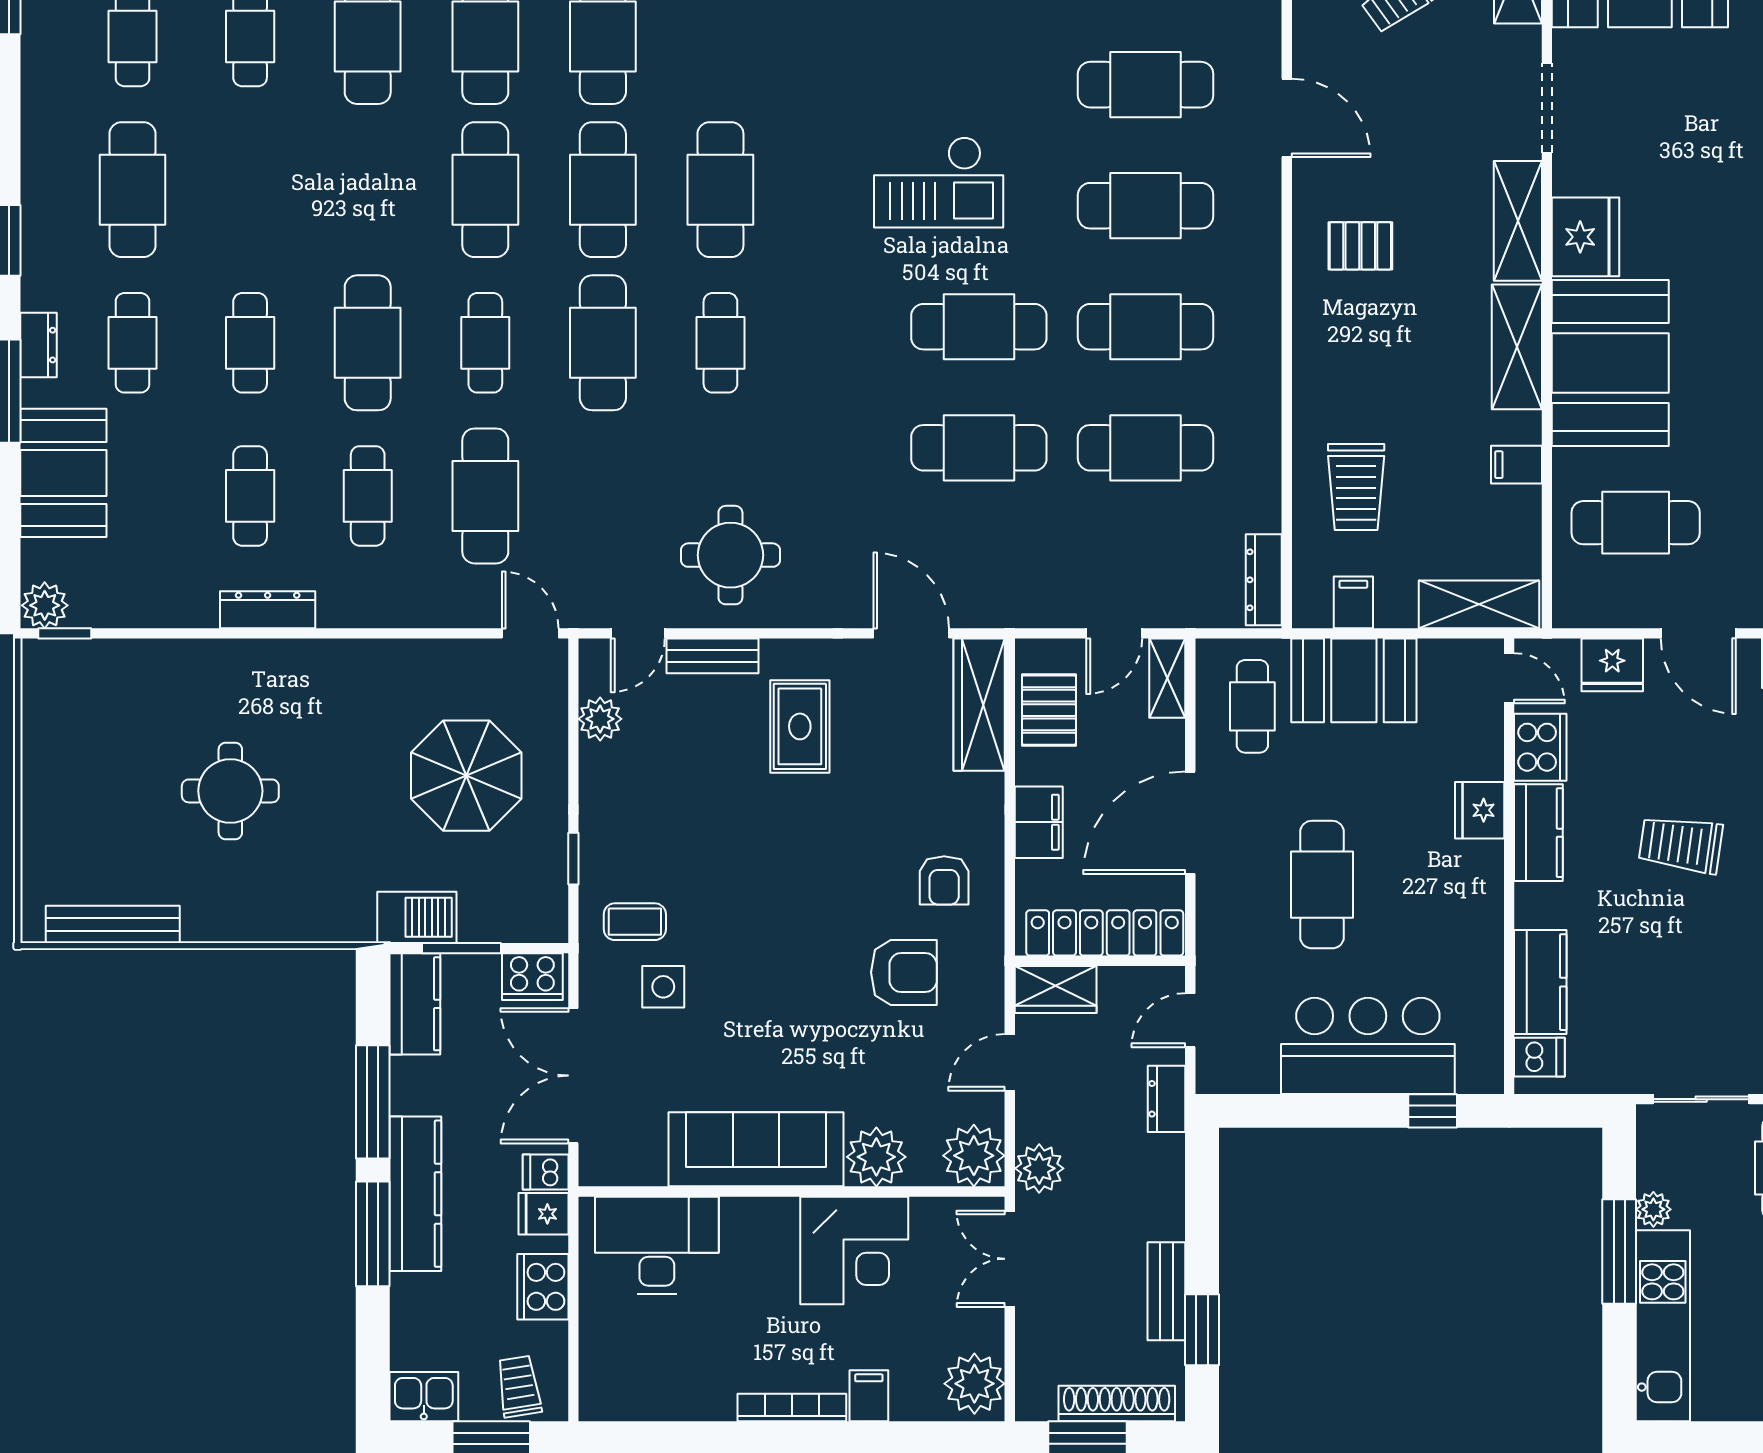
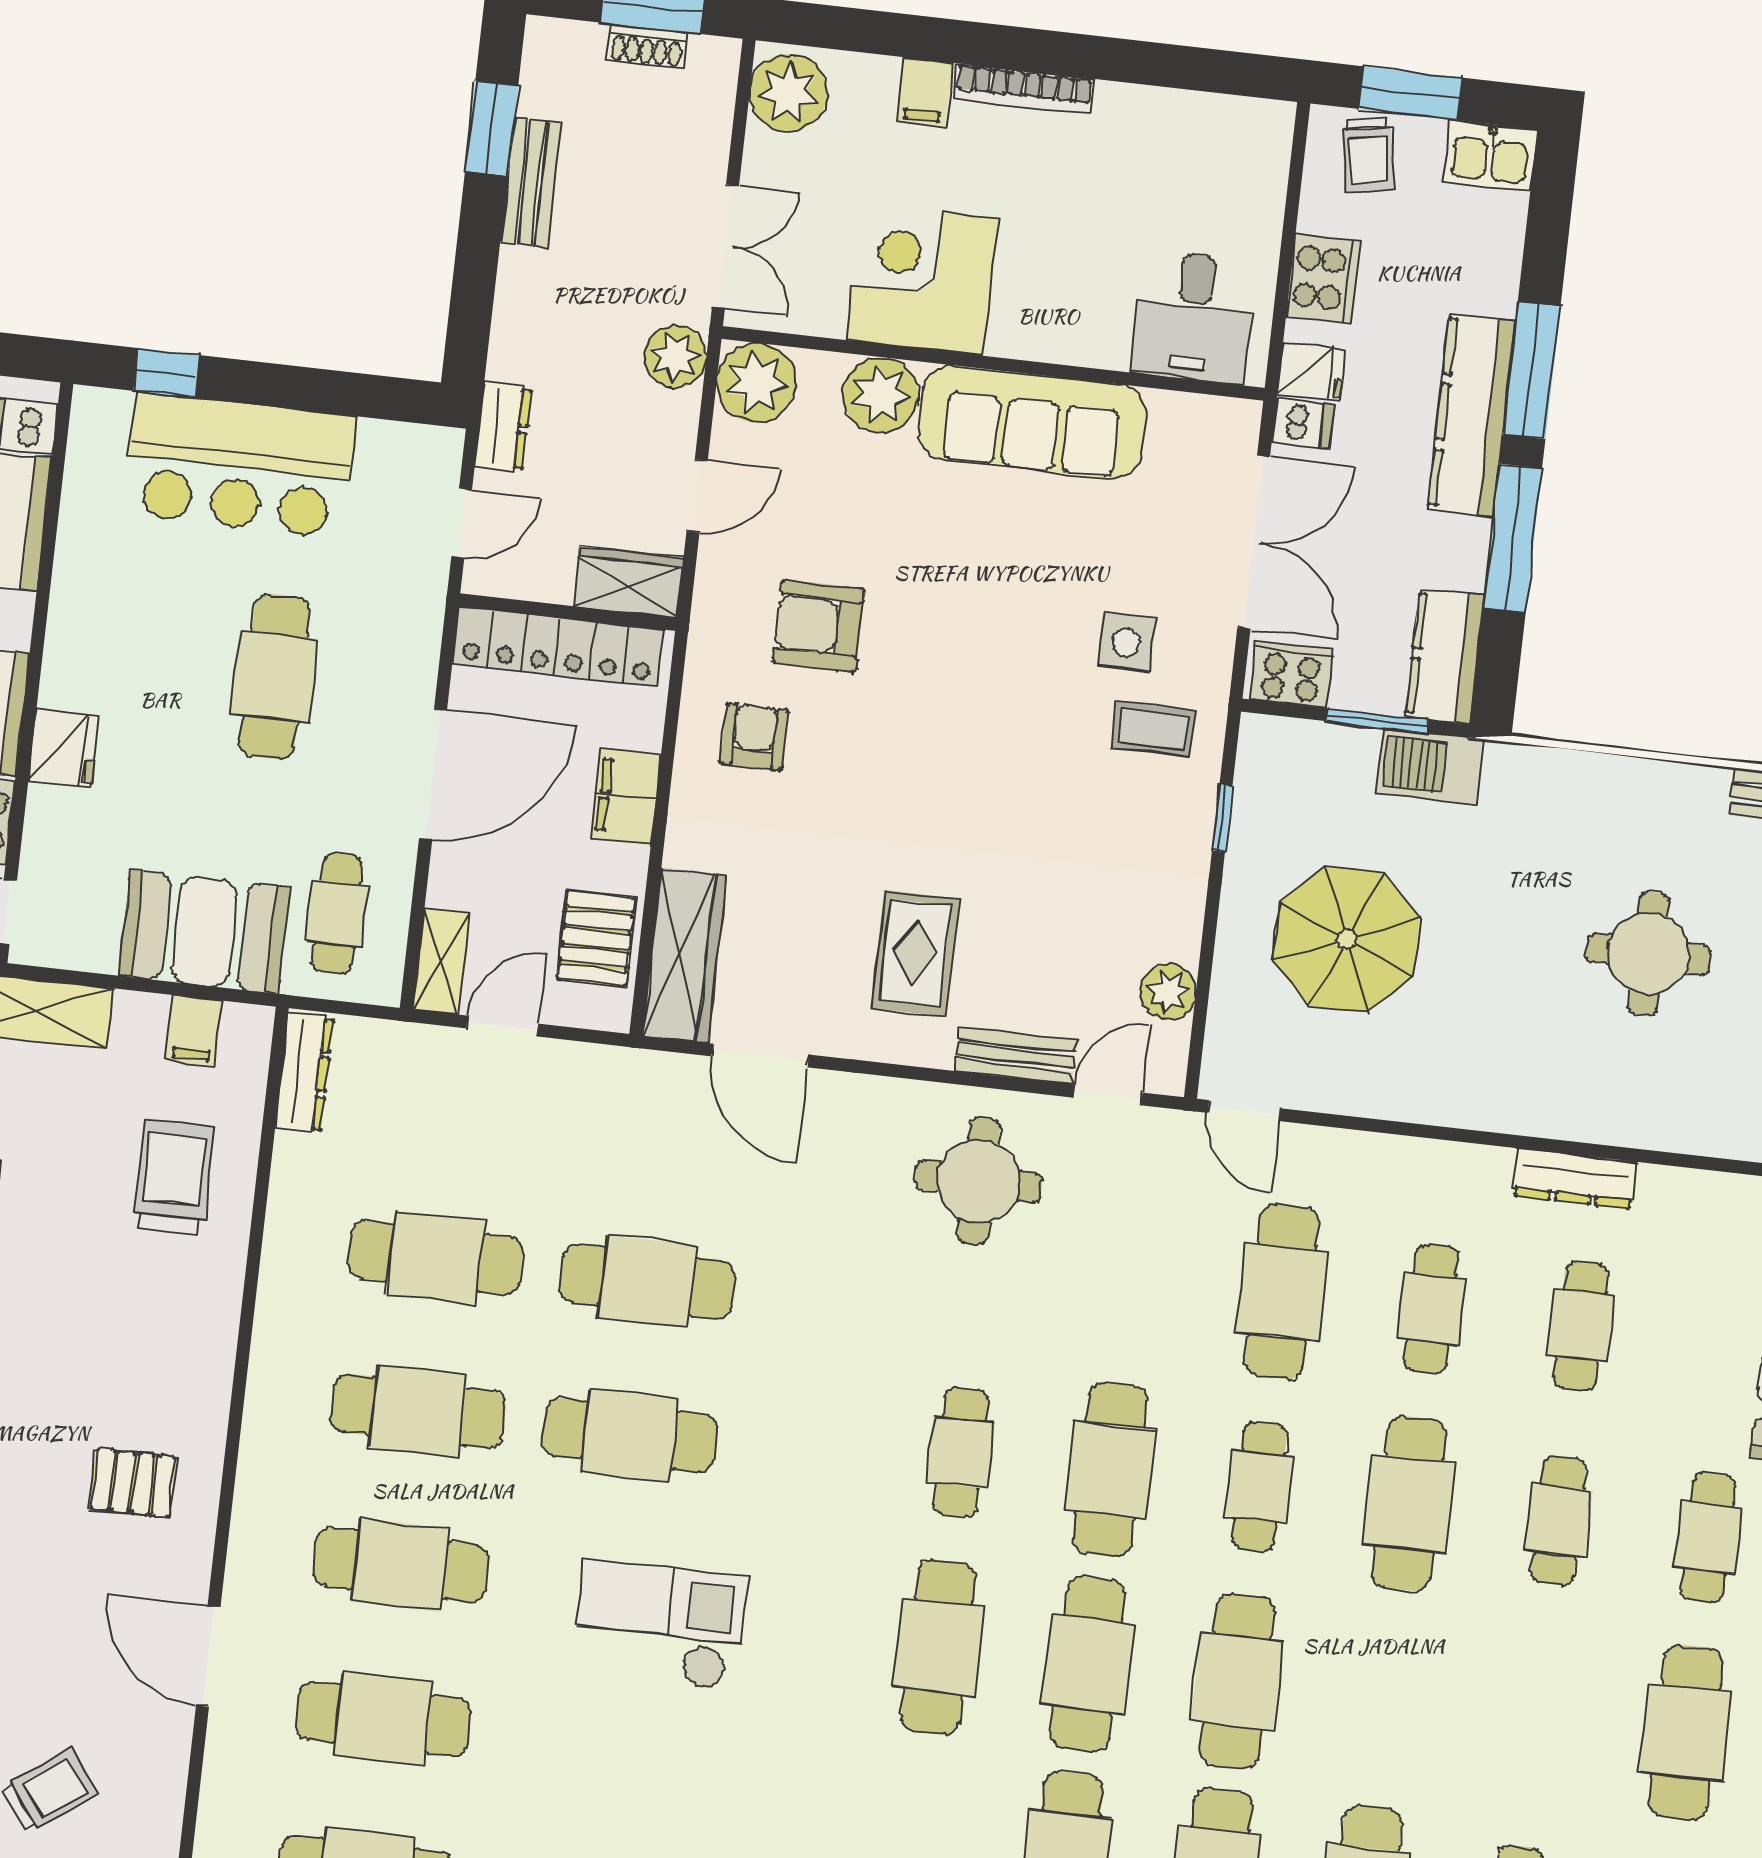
desk: (657, 1245) -> (1193, 317), width x0.73
shoe rack: (1117, 1404) -> (647, 47), width x0.51, depth x0.81

